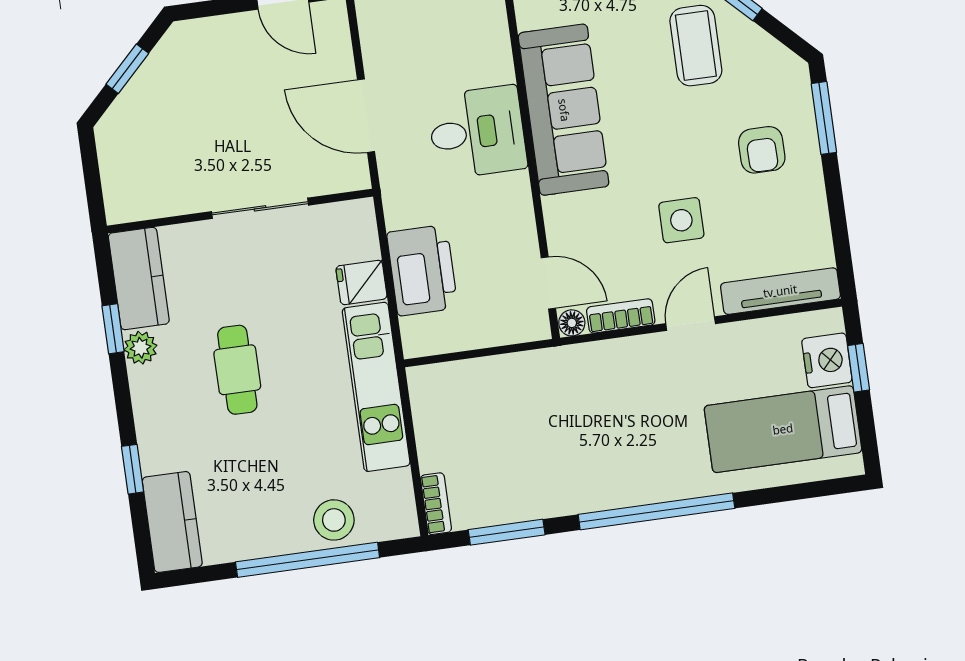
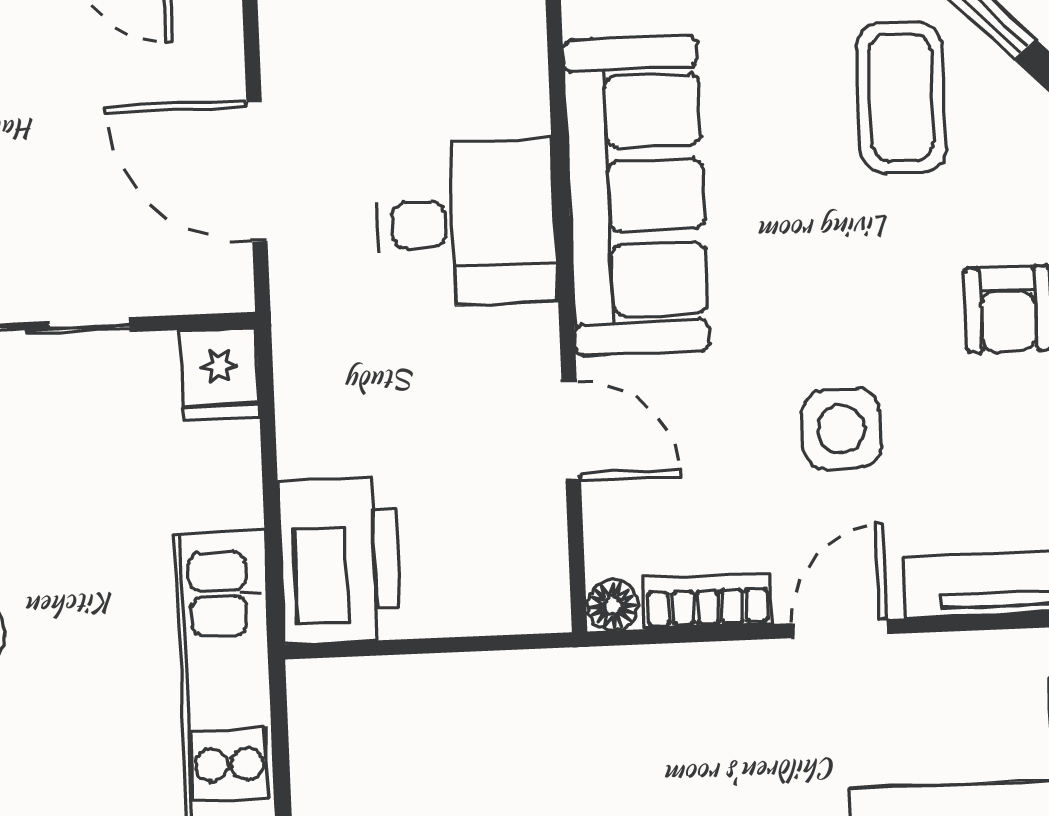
printer: (422, 270) -> (339, 560), moved
fridge: (361, 282) -> (220, 374), moved, turned -90
door: (548, 283) -> (571, 431), moved

